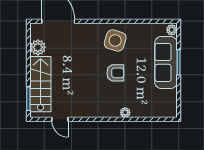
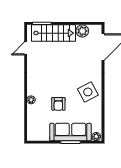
side table: (115, 40) -> (88, 92), turned 45
armchair: (115, 73) -> (58, 104), moved

